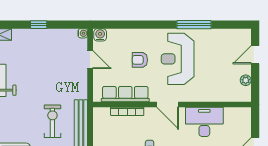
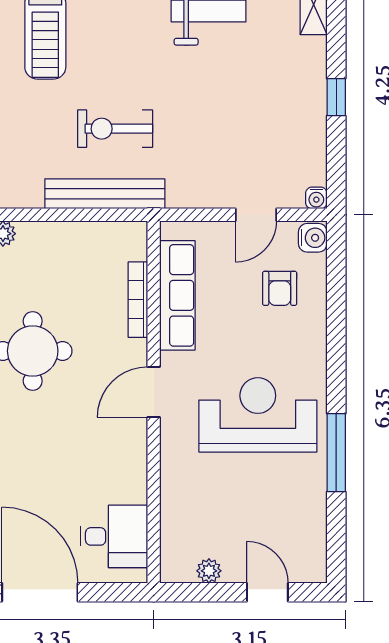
armchair: (140, 60) -> (280, 288), moved, turned 180
exercise bike: (52, 121) -> (115, 129), turned 180
desk: (204, 122) -> (114, 536), moved, width x0.73

